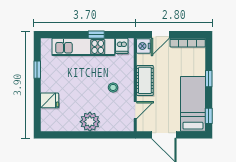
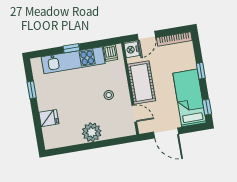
window: (96, 35) -> (71, 48), moved
cot: (145, 80) -> (141, 83), width x1.37, depth x1.34
door: (135, 110) -> (134, 114), hinge flipped

